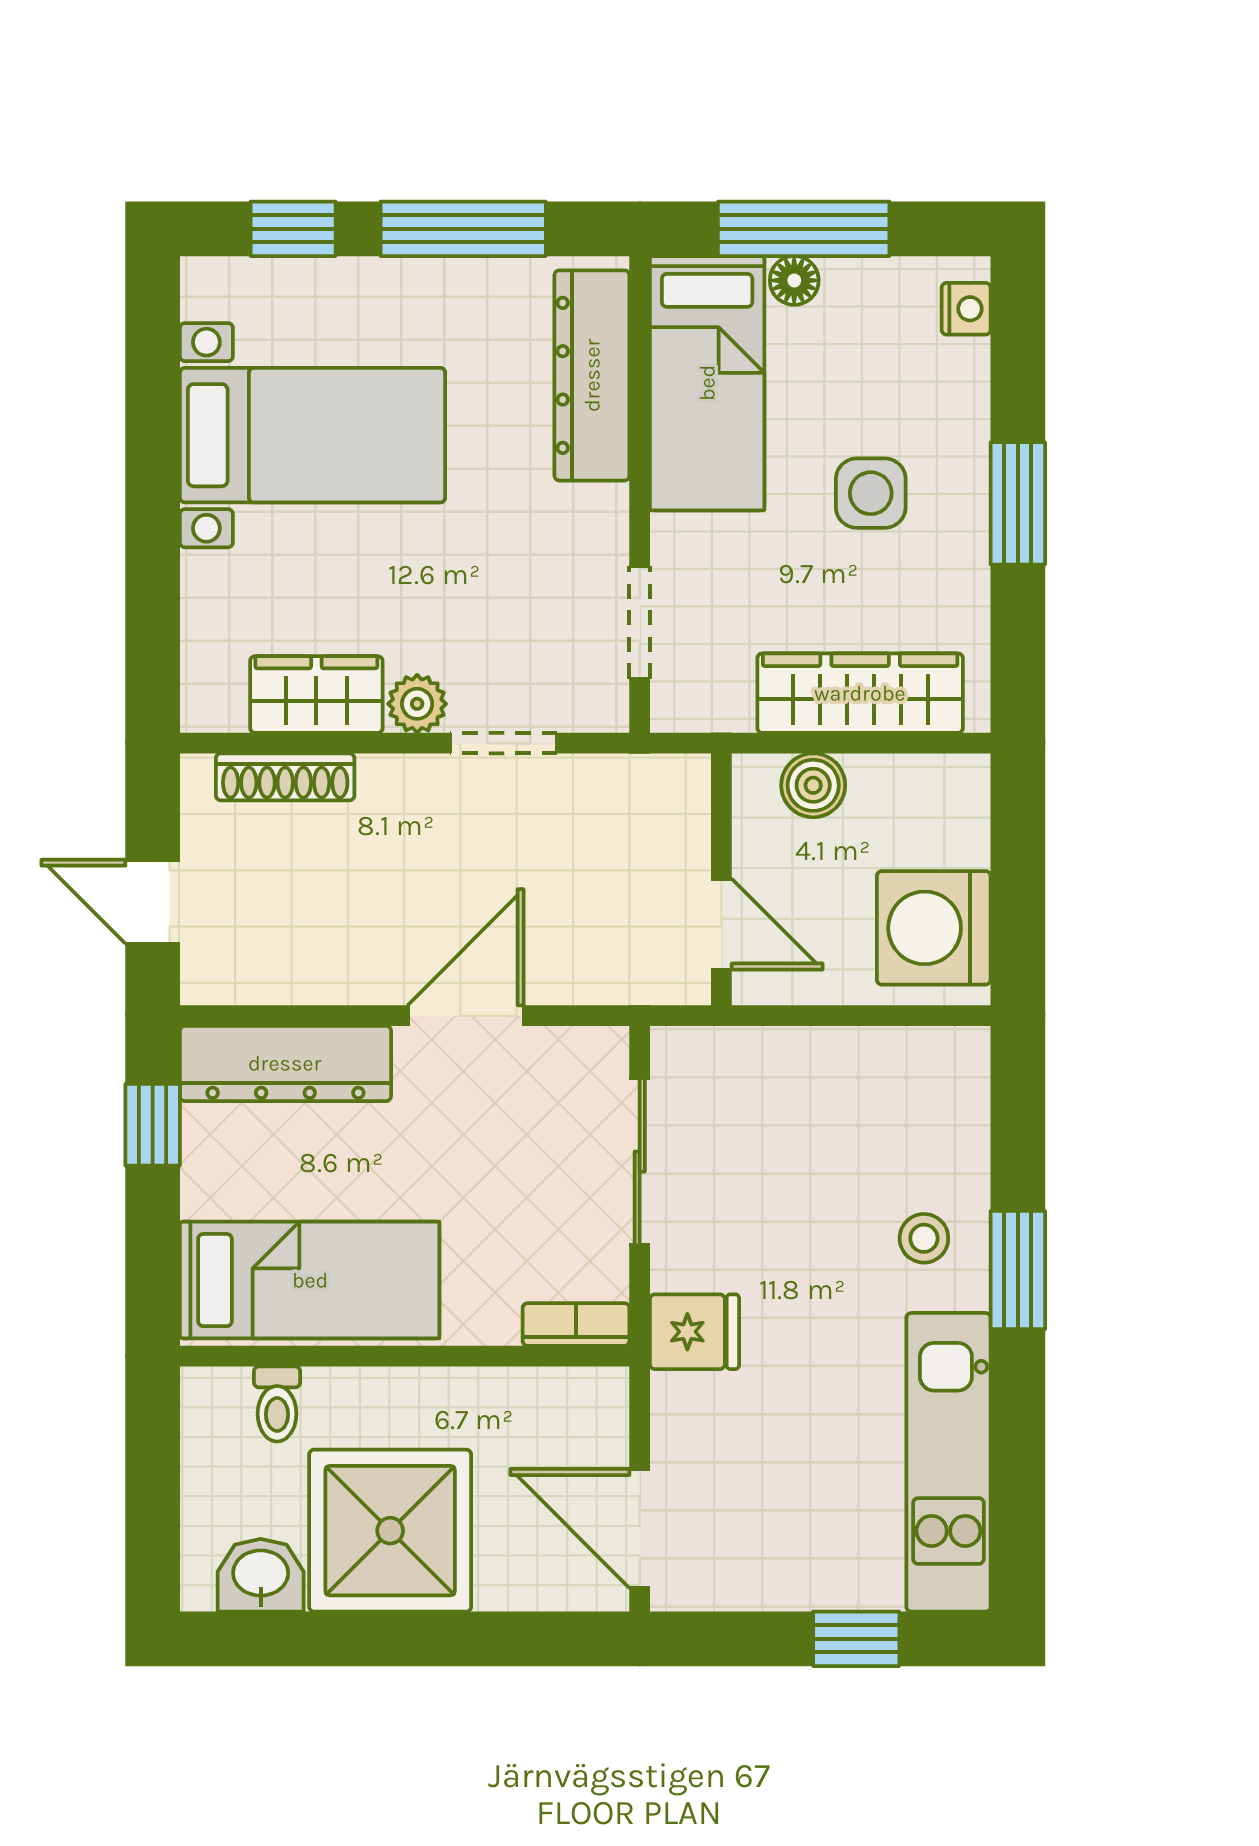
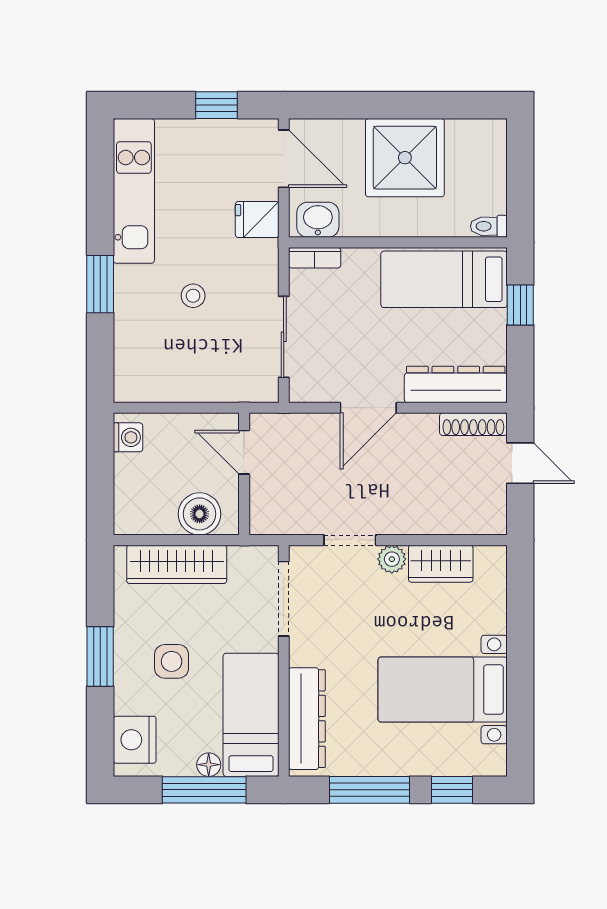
nightstand: (966, 309) -> (135, 740), width x1.89, depth x1.79
doorway: (640, 622) -> (284, 599), width x1.38
shoe rack: (285, 777) -> (473, 424), moved, turned 180
boiler: (813, 785) -> (200, 514), width x1.36, depth x1.36
washing machine: (934, 928) -> (128, 437), width x0.53, depth x0.53
window: (153, 1125) -> (520, 305), moved
stool: (924, 1238) -> (193, 296), moved
fridge: (694, 1332) -> (257, 219), moved
toilet: (277, 1404) -> (489, 226), moved, turned -90
washbasin: (261, 1575) -> (318, 220), moved, turned 180
window: (856, 1639) -> (216, 105), moved

